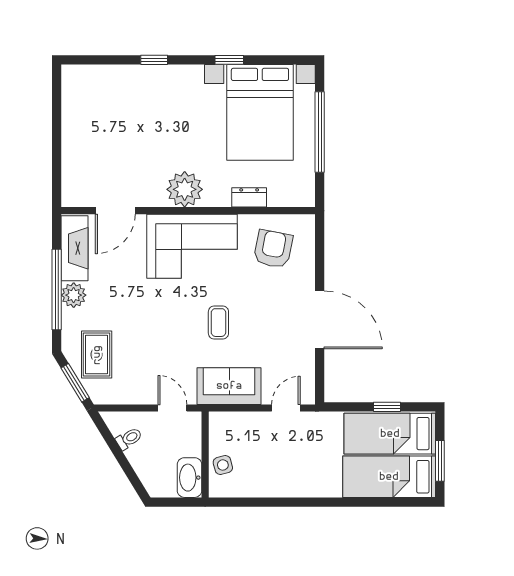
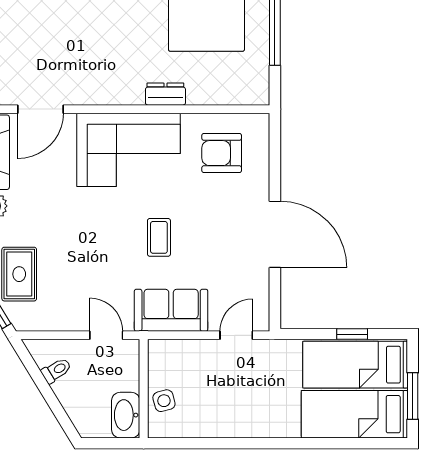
plant: (185, 189) -> (120, 85), removed
dresser: (249, 197) -> (165, 94), moved
armchair: (273, 249) -> (222, 153), turned -101

